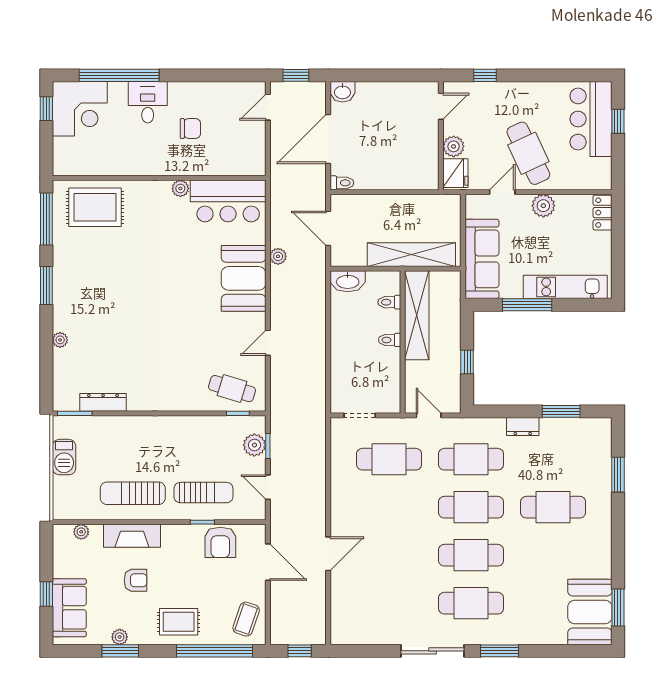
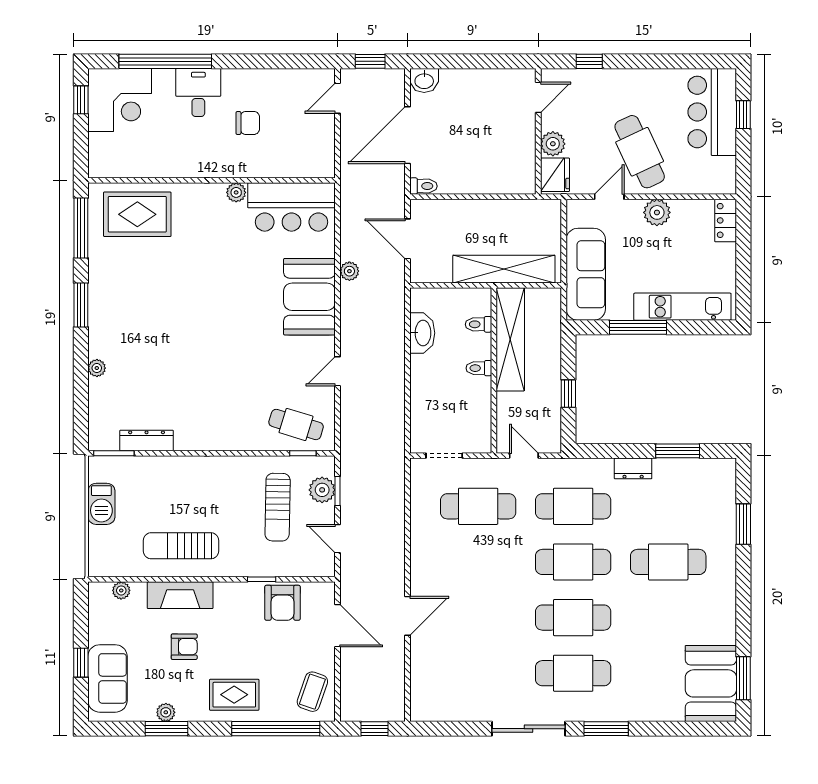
washbasin: (348, 281) -> (422, 333), moved, turned -90
sun lounger: (203, 493) -> (278, 507), moved, turned 91

